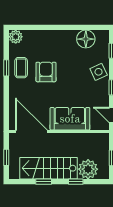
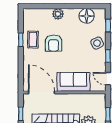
plant: (16, 37) -> (58, 14), moved
armchair: (46, 72) -> (54, 43), turned 180

